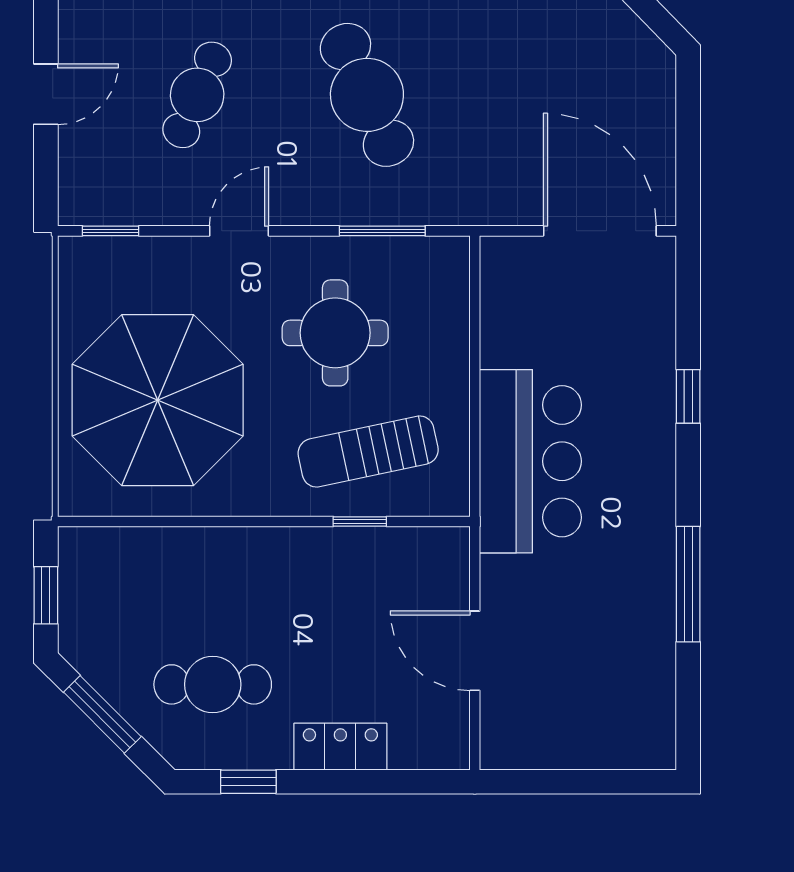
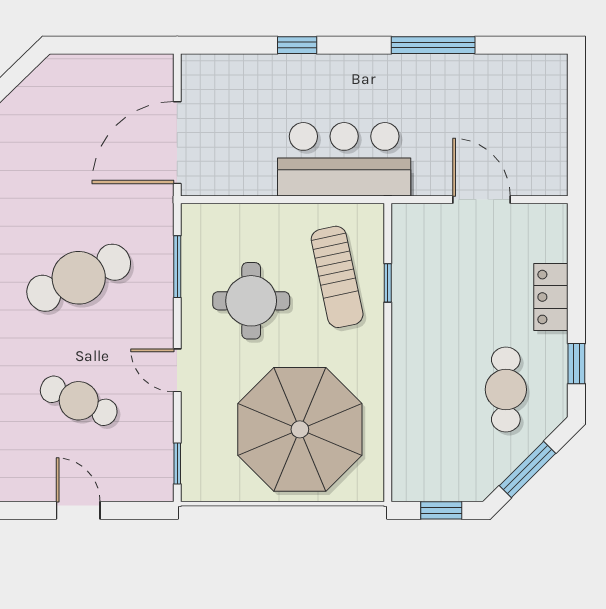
door: (600, 231) -> (177, 143), moved
door: (475, 651) -> (481, 200), swing flipped

